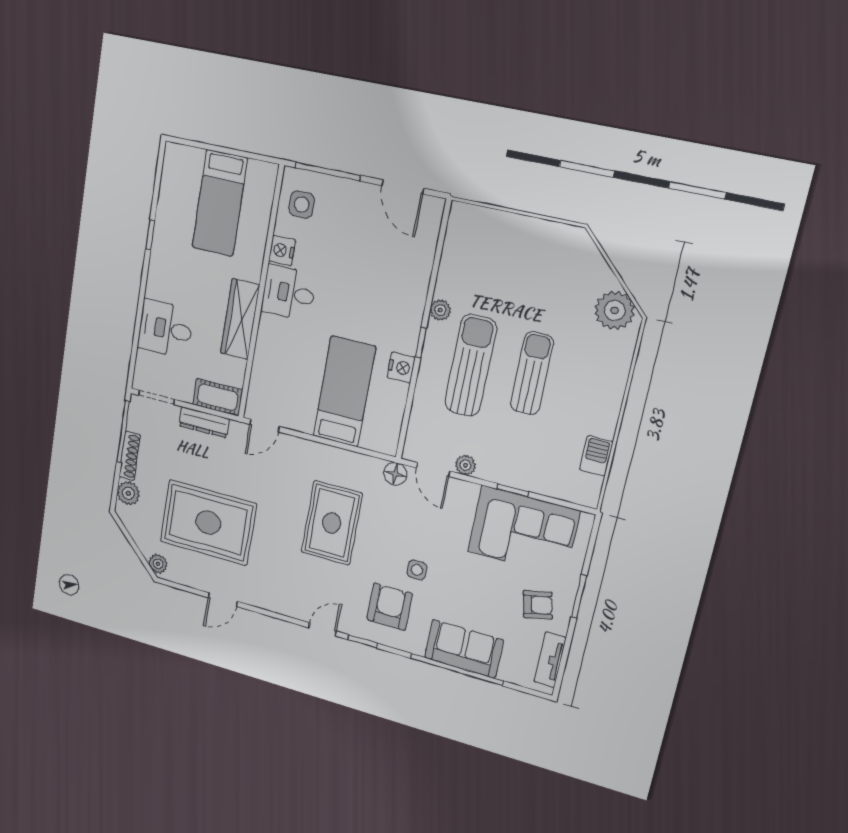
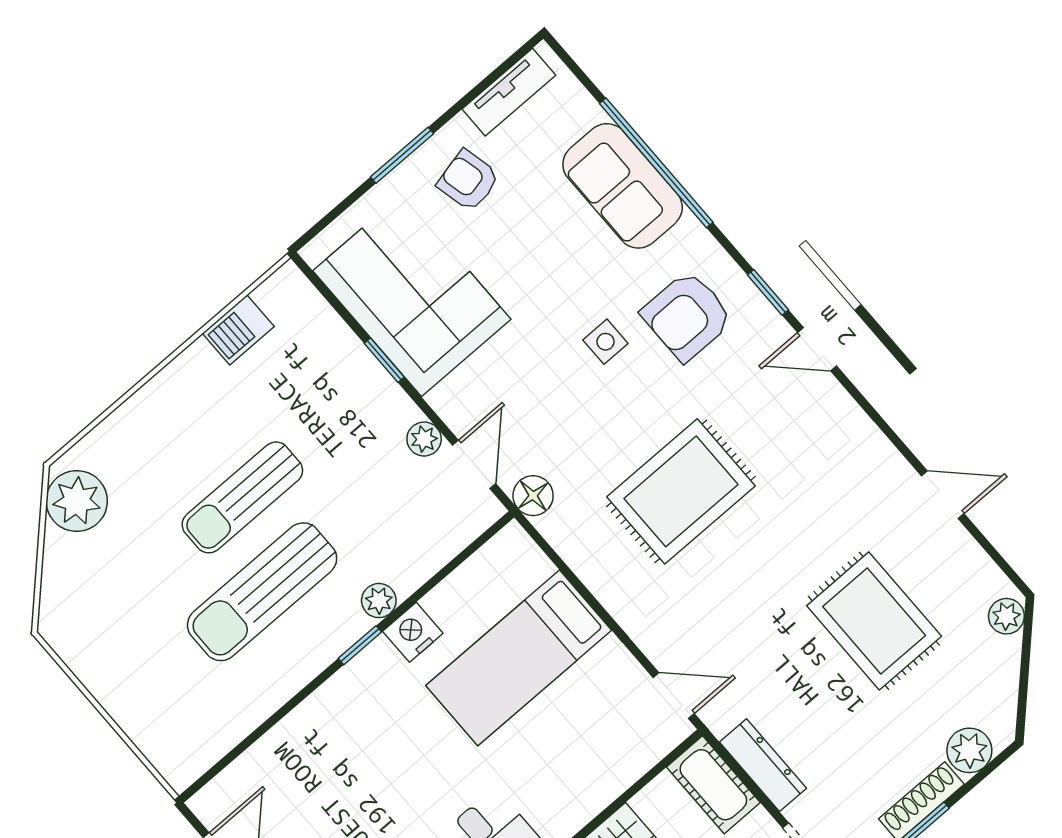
plant: (440, 310) -> (379, 601), moved
sun lounger: (470, 365) -> (262, 592), moved
rug: (208, 523) -> (874, 621), width x0.73, depth x0.69

